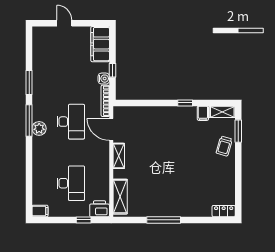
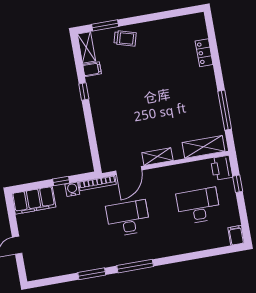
plant: (39, 128) -> (142, 253), removed
locker: (224, 211) -> (204, 53), moved
window: (164, 220) -> (225, 110), moved

